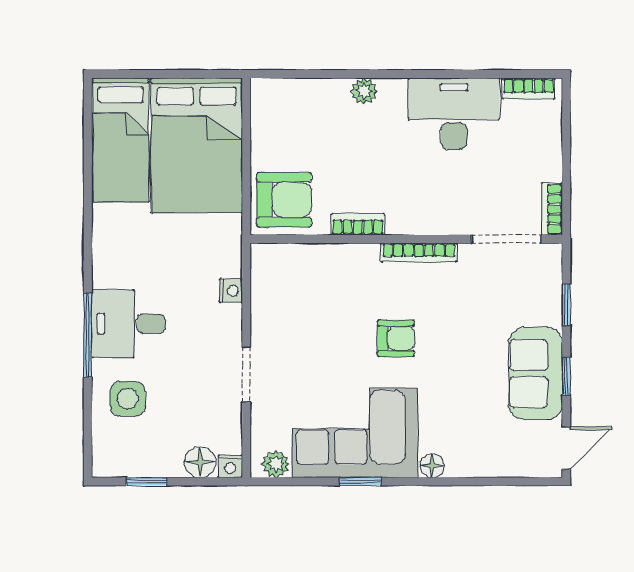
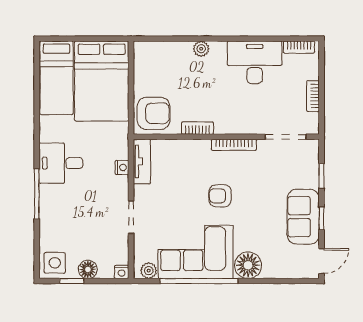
bookcase: (552, 209) -> (313, 96), moved
tv unit: (264, 281) -> (142, 162), added
desk: (128, 324) -> (61, 163), moved
armchair: (396, 338) -> (220, 196), turned 180
side table: (128, 399) -> (55, 263), moved
floor lamp: (200, 462) -> (88, 269), moved
floor lamp: (432, 466) -> (248, 265), width x1.89, depth x1.89
window: (360, 482) -> (199, 281), width x3.17

